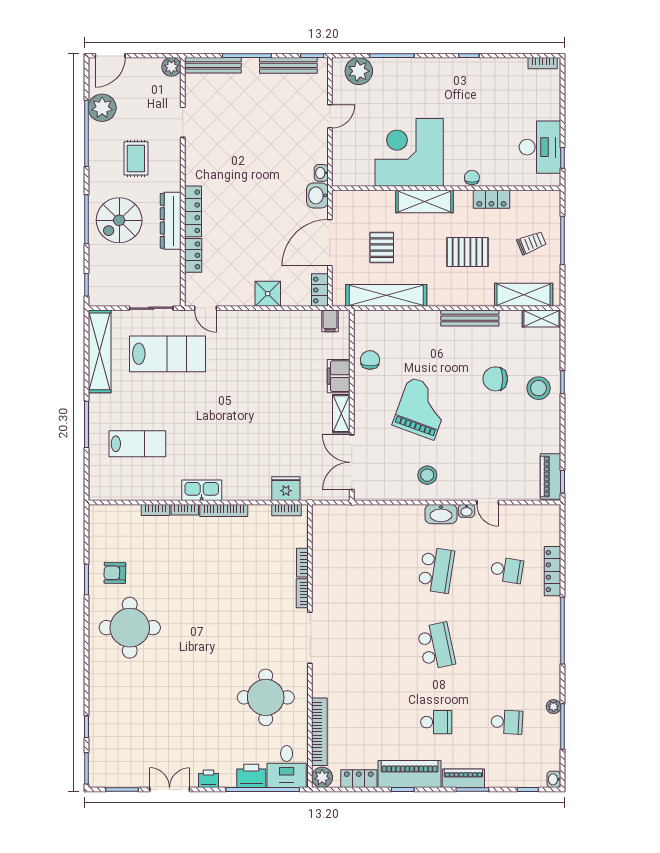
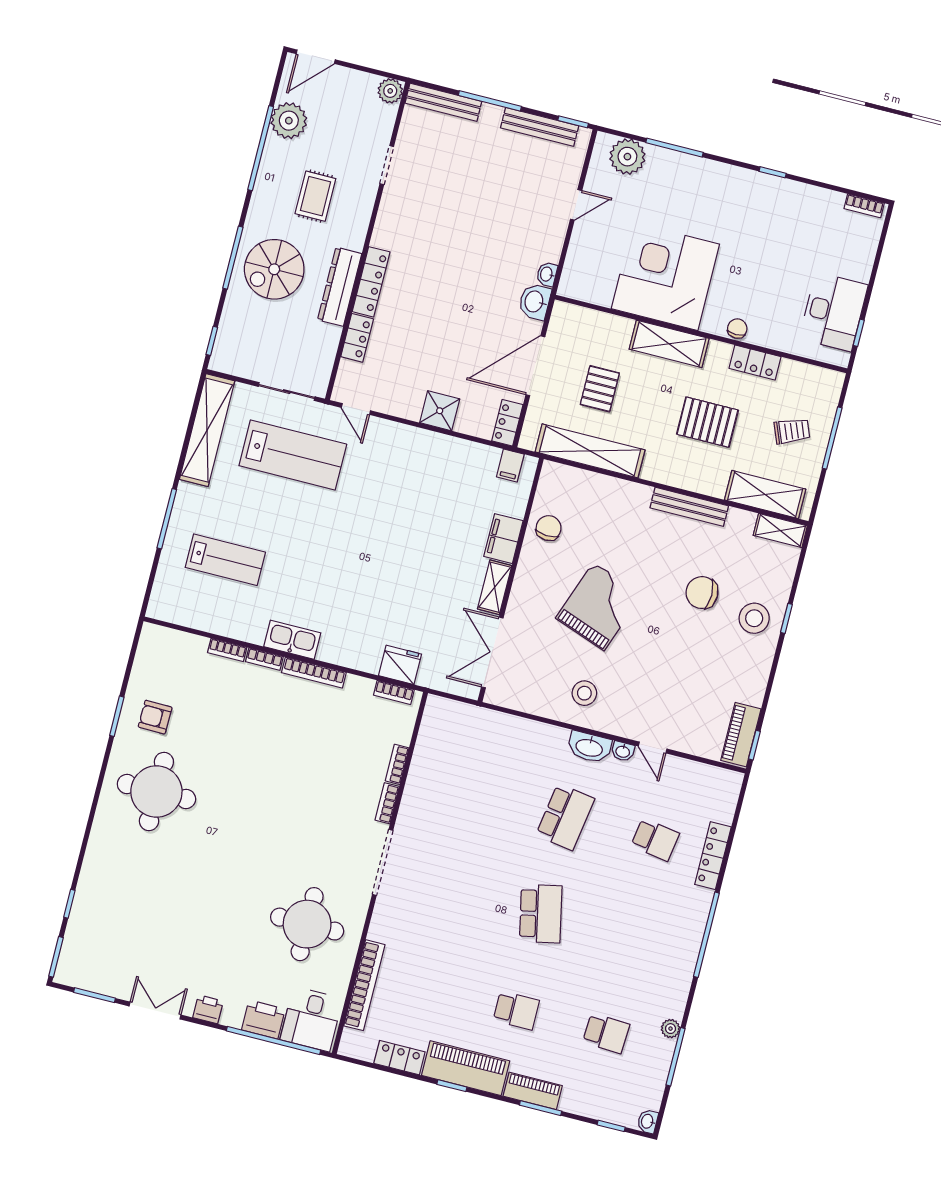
plant: (322, 777) -> (353, 1044), removed

